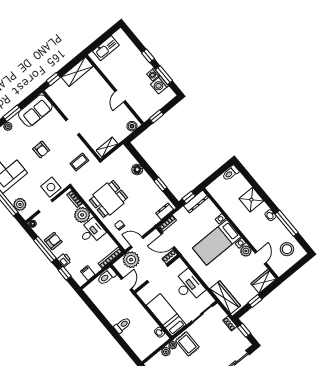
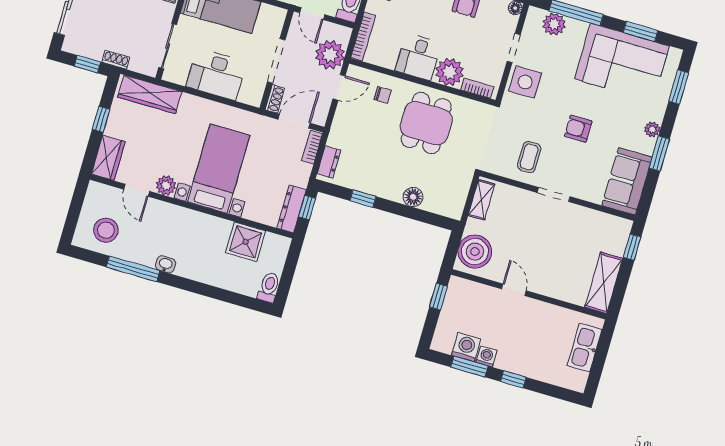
boiler: (132, 126) -> (475, 252), width x1.86, depth x1.86
coffee table: (79, 162) -> (529, 157), moved
shower: (251, 200) -> (246, 242), moved

